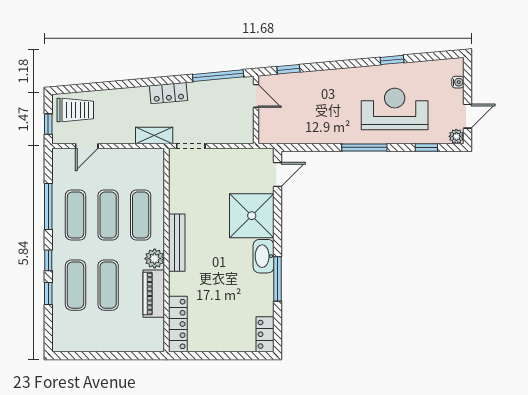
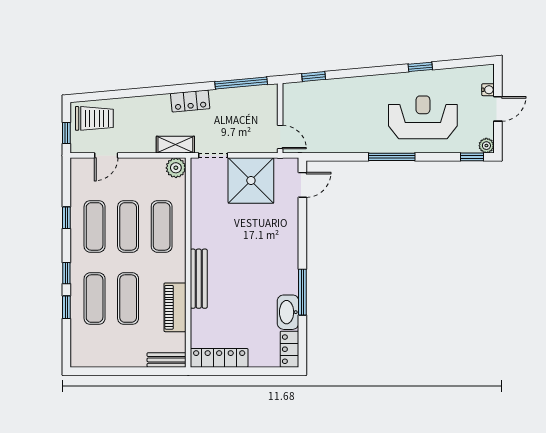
door: (256, 96) -> (280, 137), moved
door: (467, 116) -> (498, 109), moved
window: (426, 147) -> (472, 157), moved
window: (48, 207) -> (66, 218), width x0.46
shower: (252, 216) -> (251, 180), moved
bench: (177, 243) -> (199, 279), moved
washbasin: (264, 256) -> (288, 312), moved
plant: (155, 259) -> (176, 168), moved
locker: (178, 324) -> (219, 358), moved, turned -90
bench: (145, 345) -> (167, 360), added

